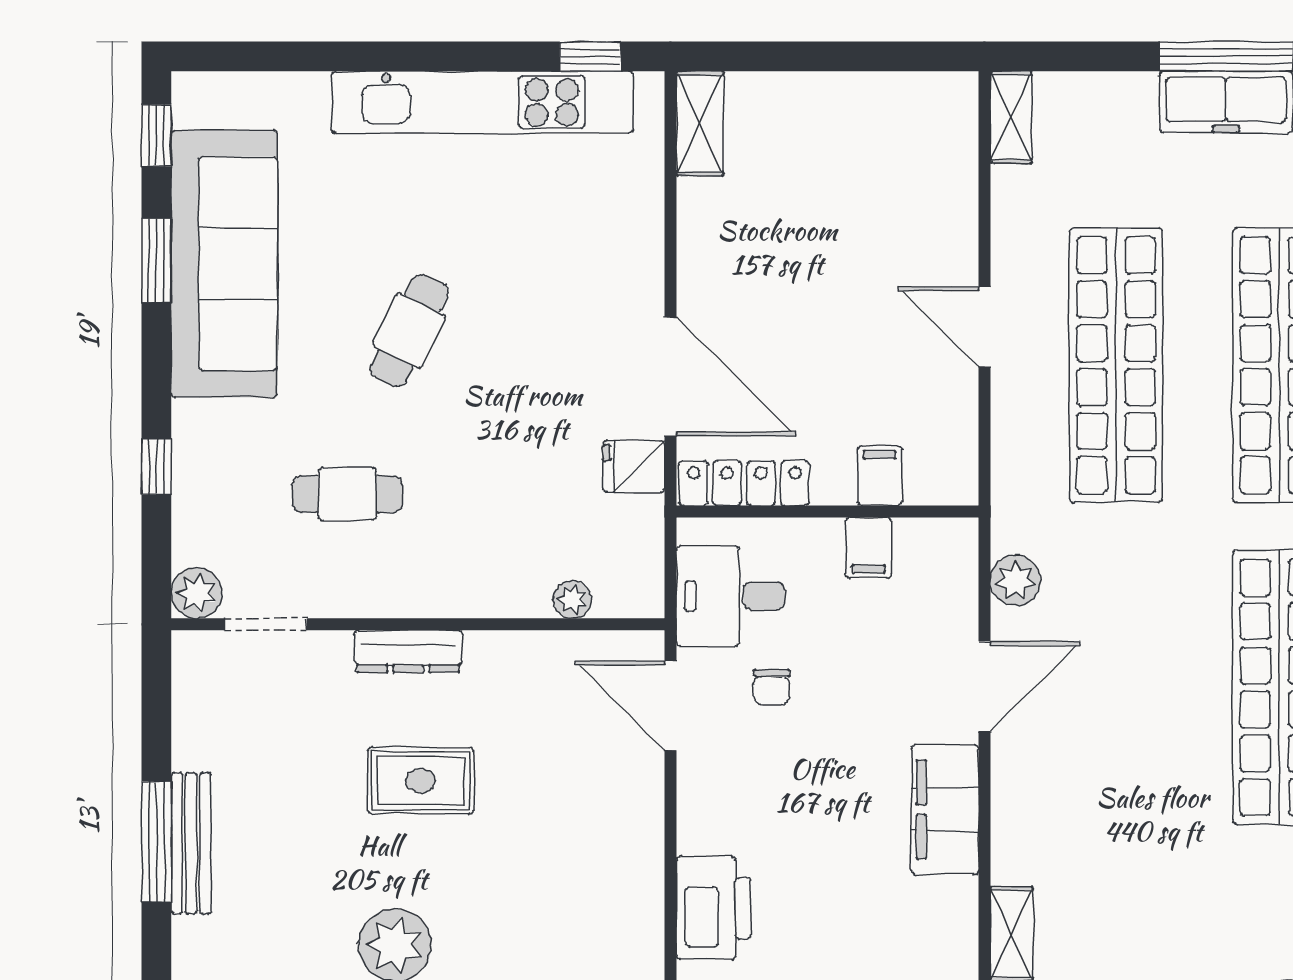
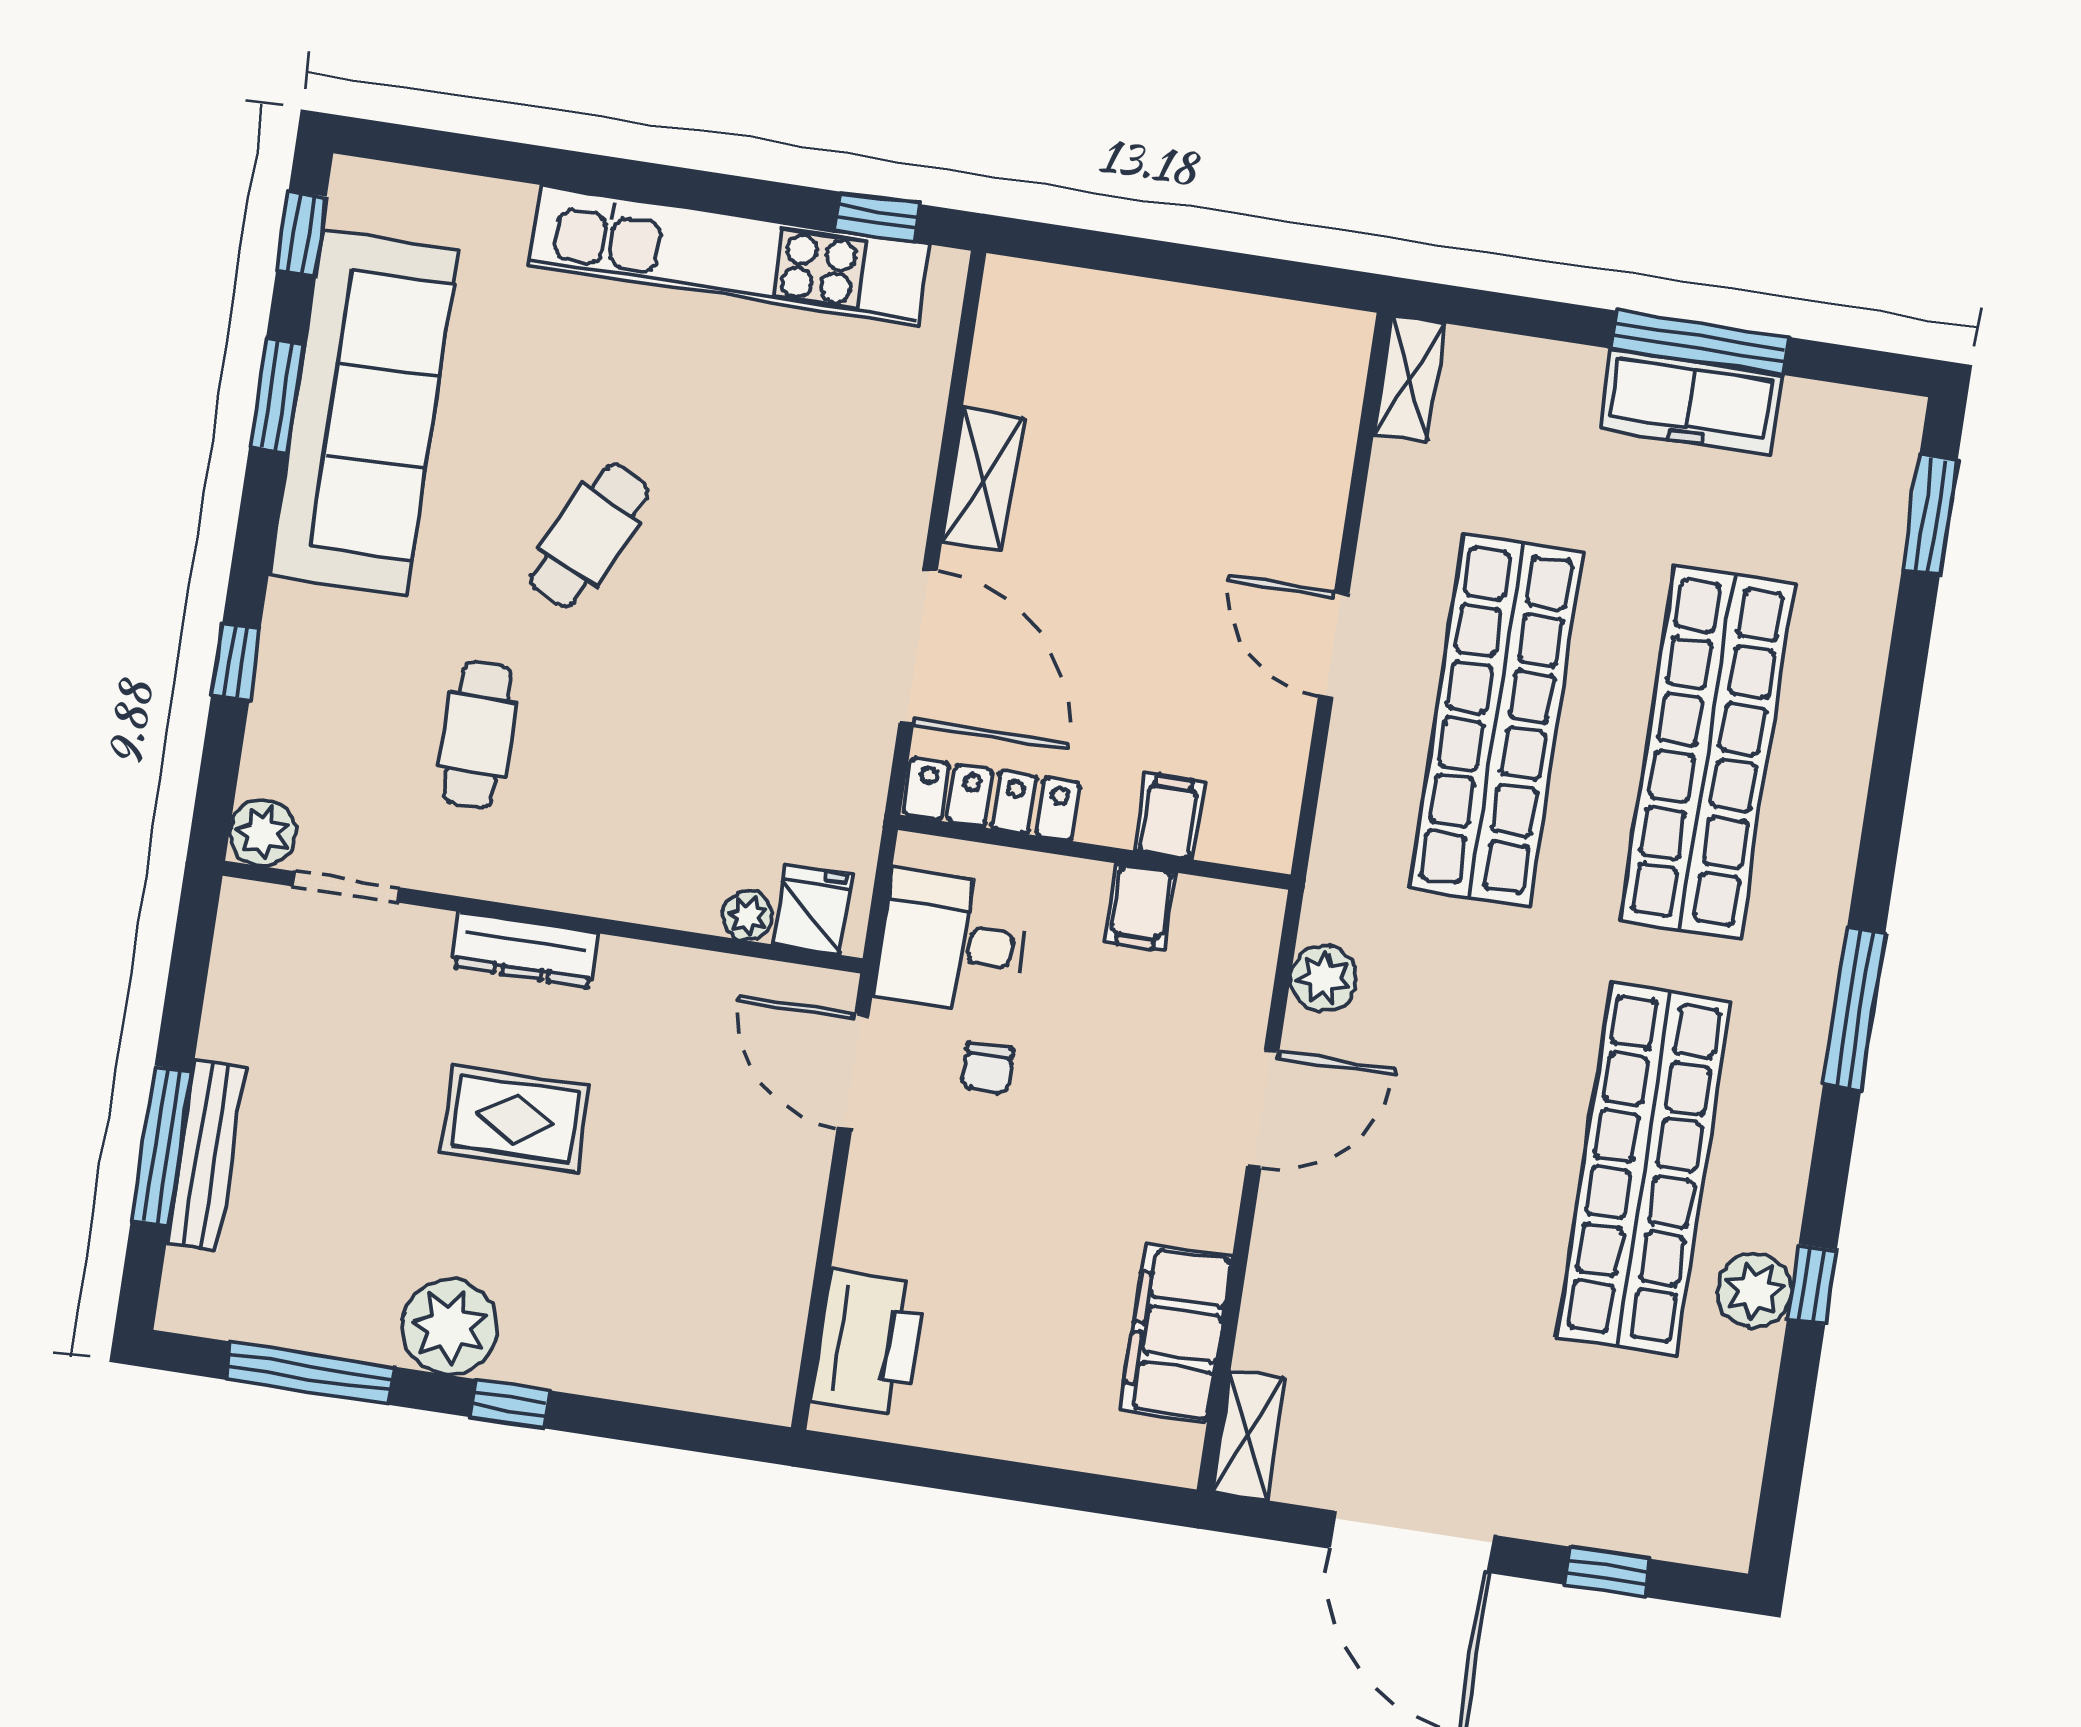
shelving: (700, 123) -> (983, 479), moved
fridge: (634, 466) -> (813, 910), moved, turned 90
cafe table: (347, 494) -> (477, 735), turned 90
filing cabinet: (945, 810) -> (1176, 1333), moved

